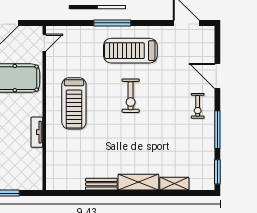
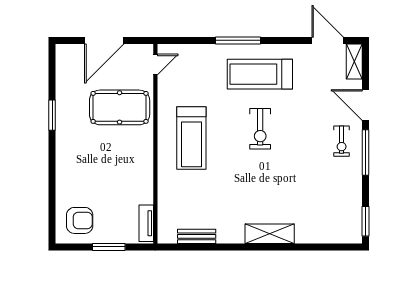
window: (217, 130) -> (366, 152), moved
tv unit: (37, 132) -> (146, 223), moved
bench: (101, 184) -> (197, 236), moved
shelving: (174, 184) -> (354, 61), moved, turned 90

